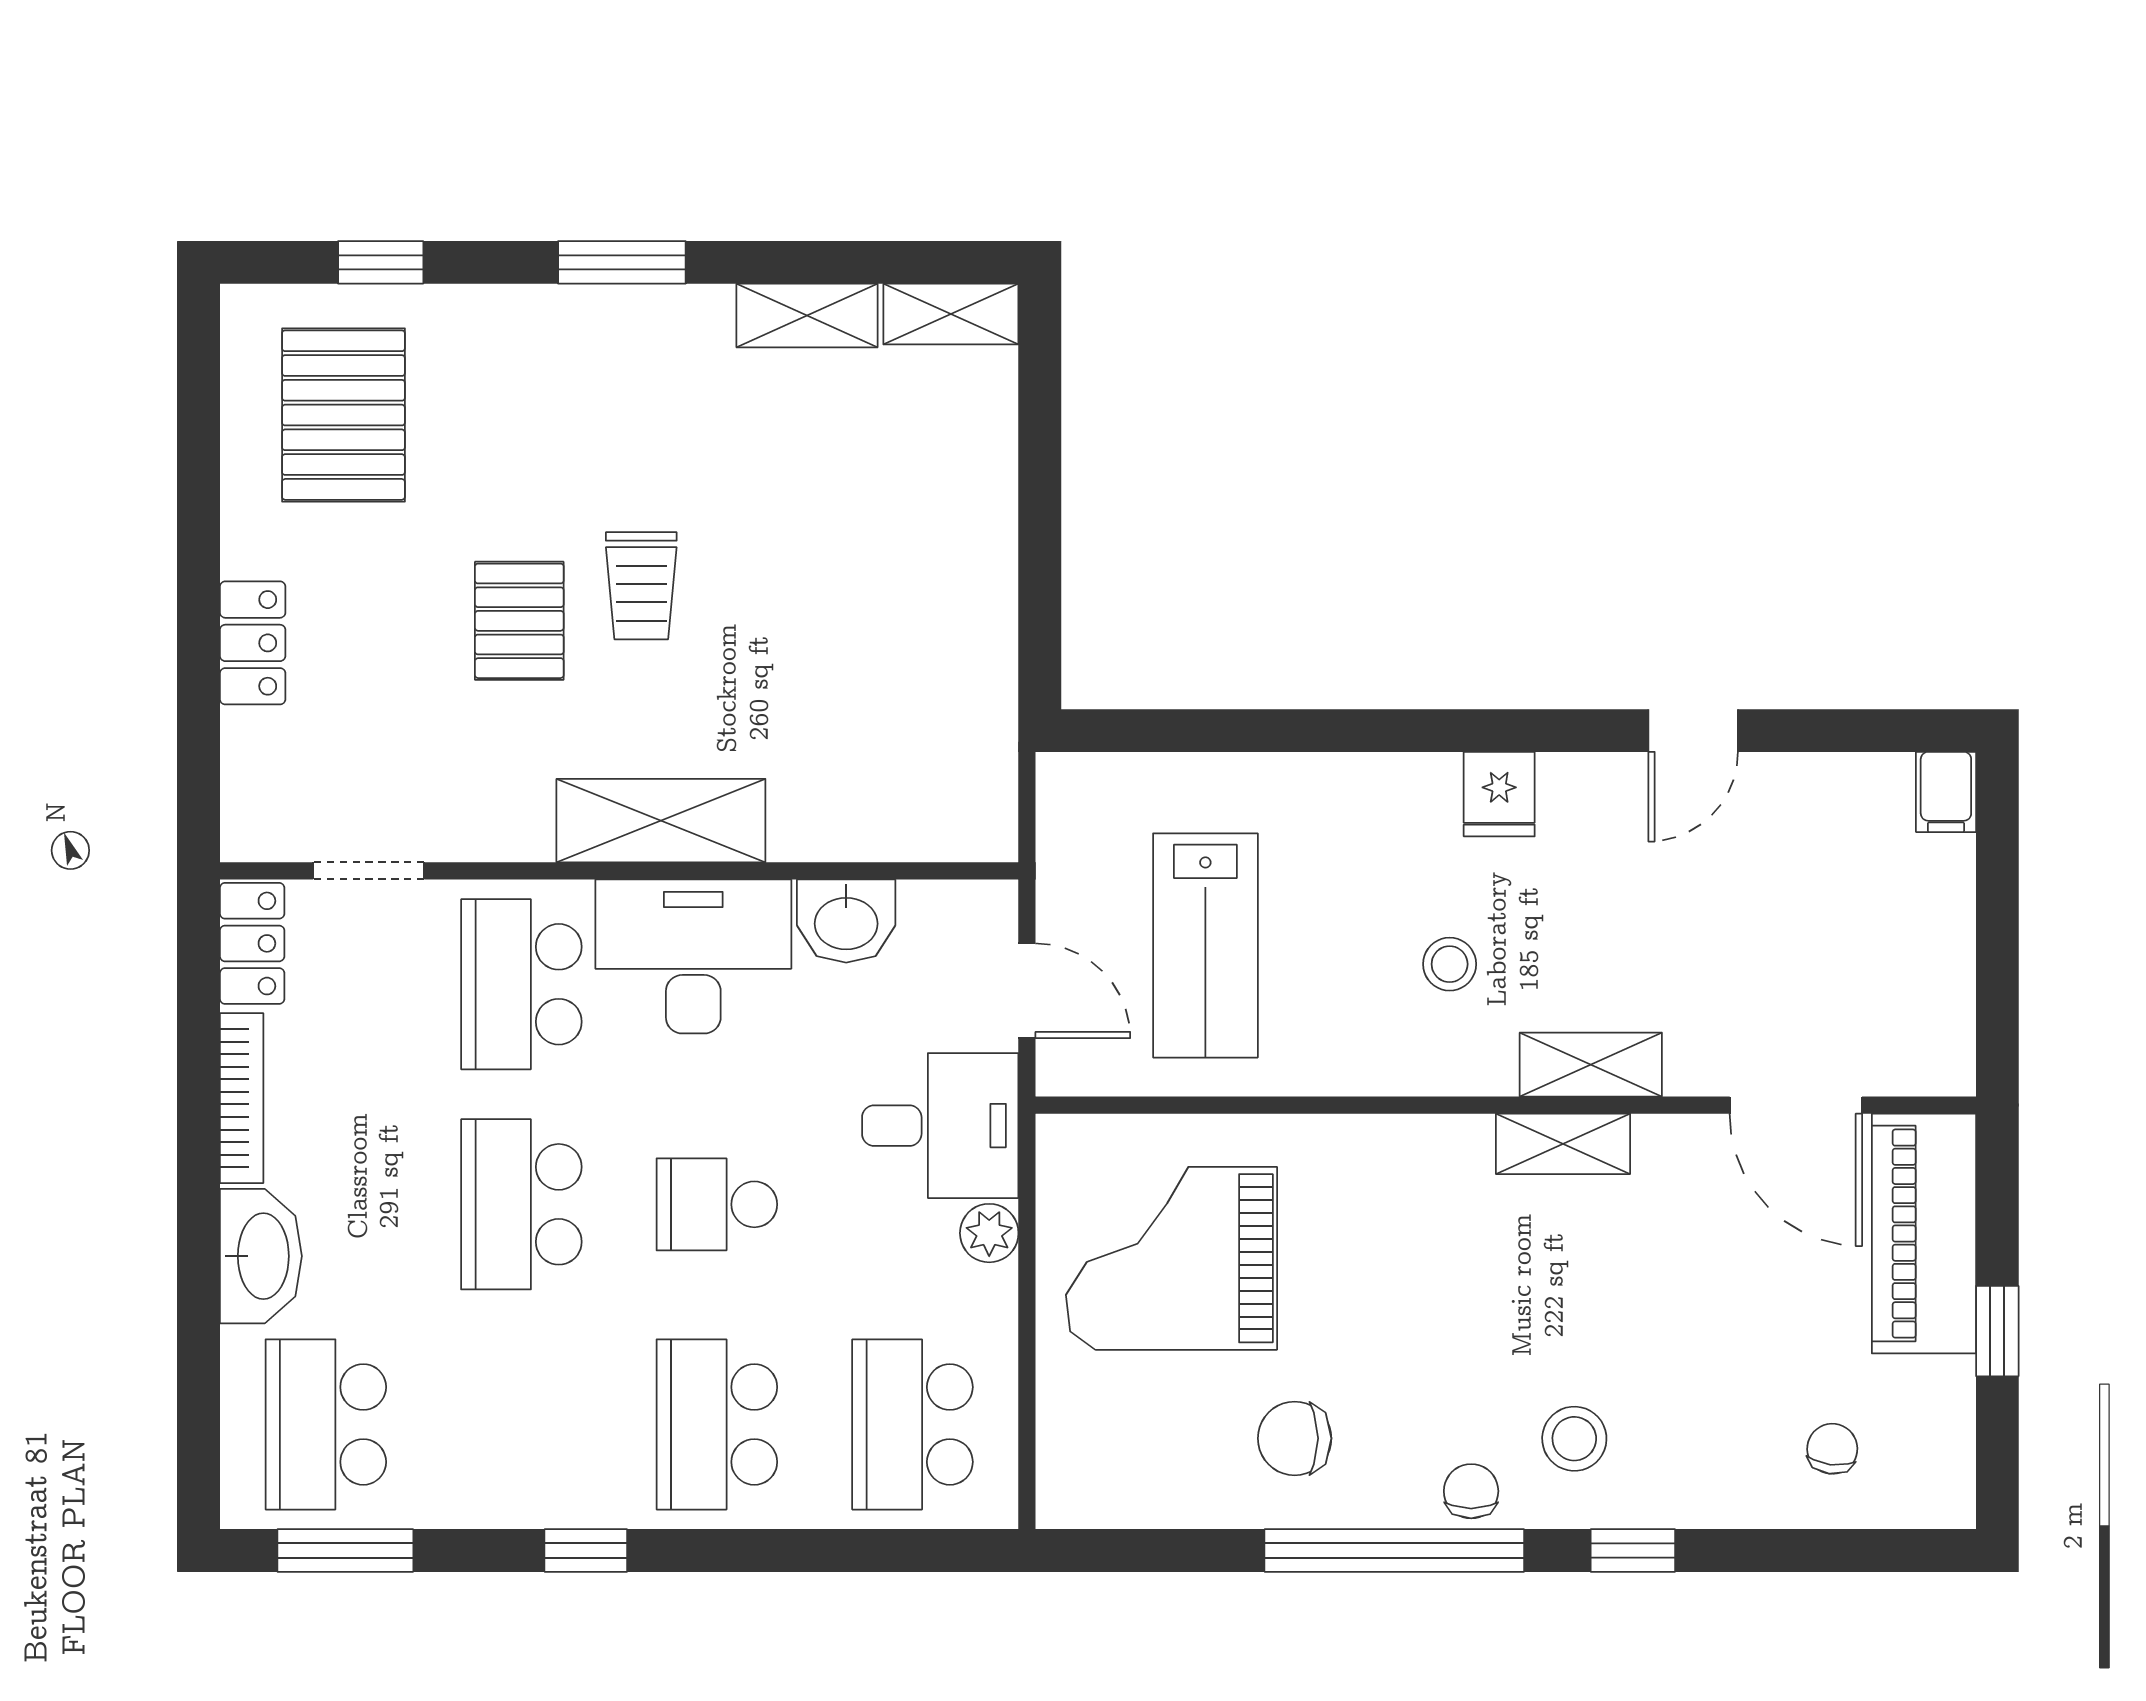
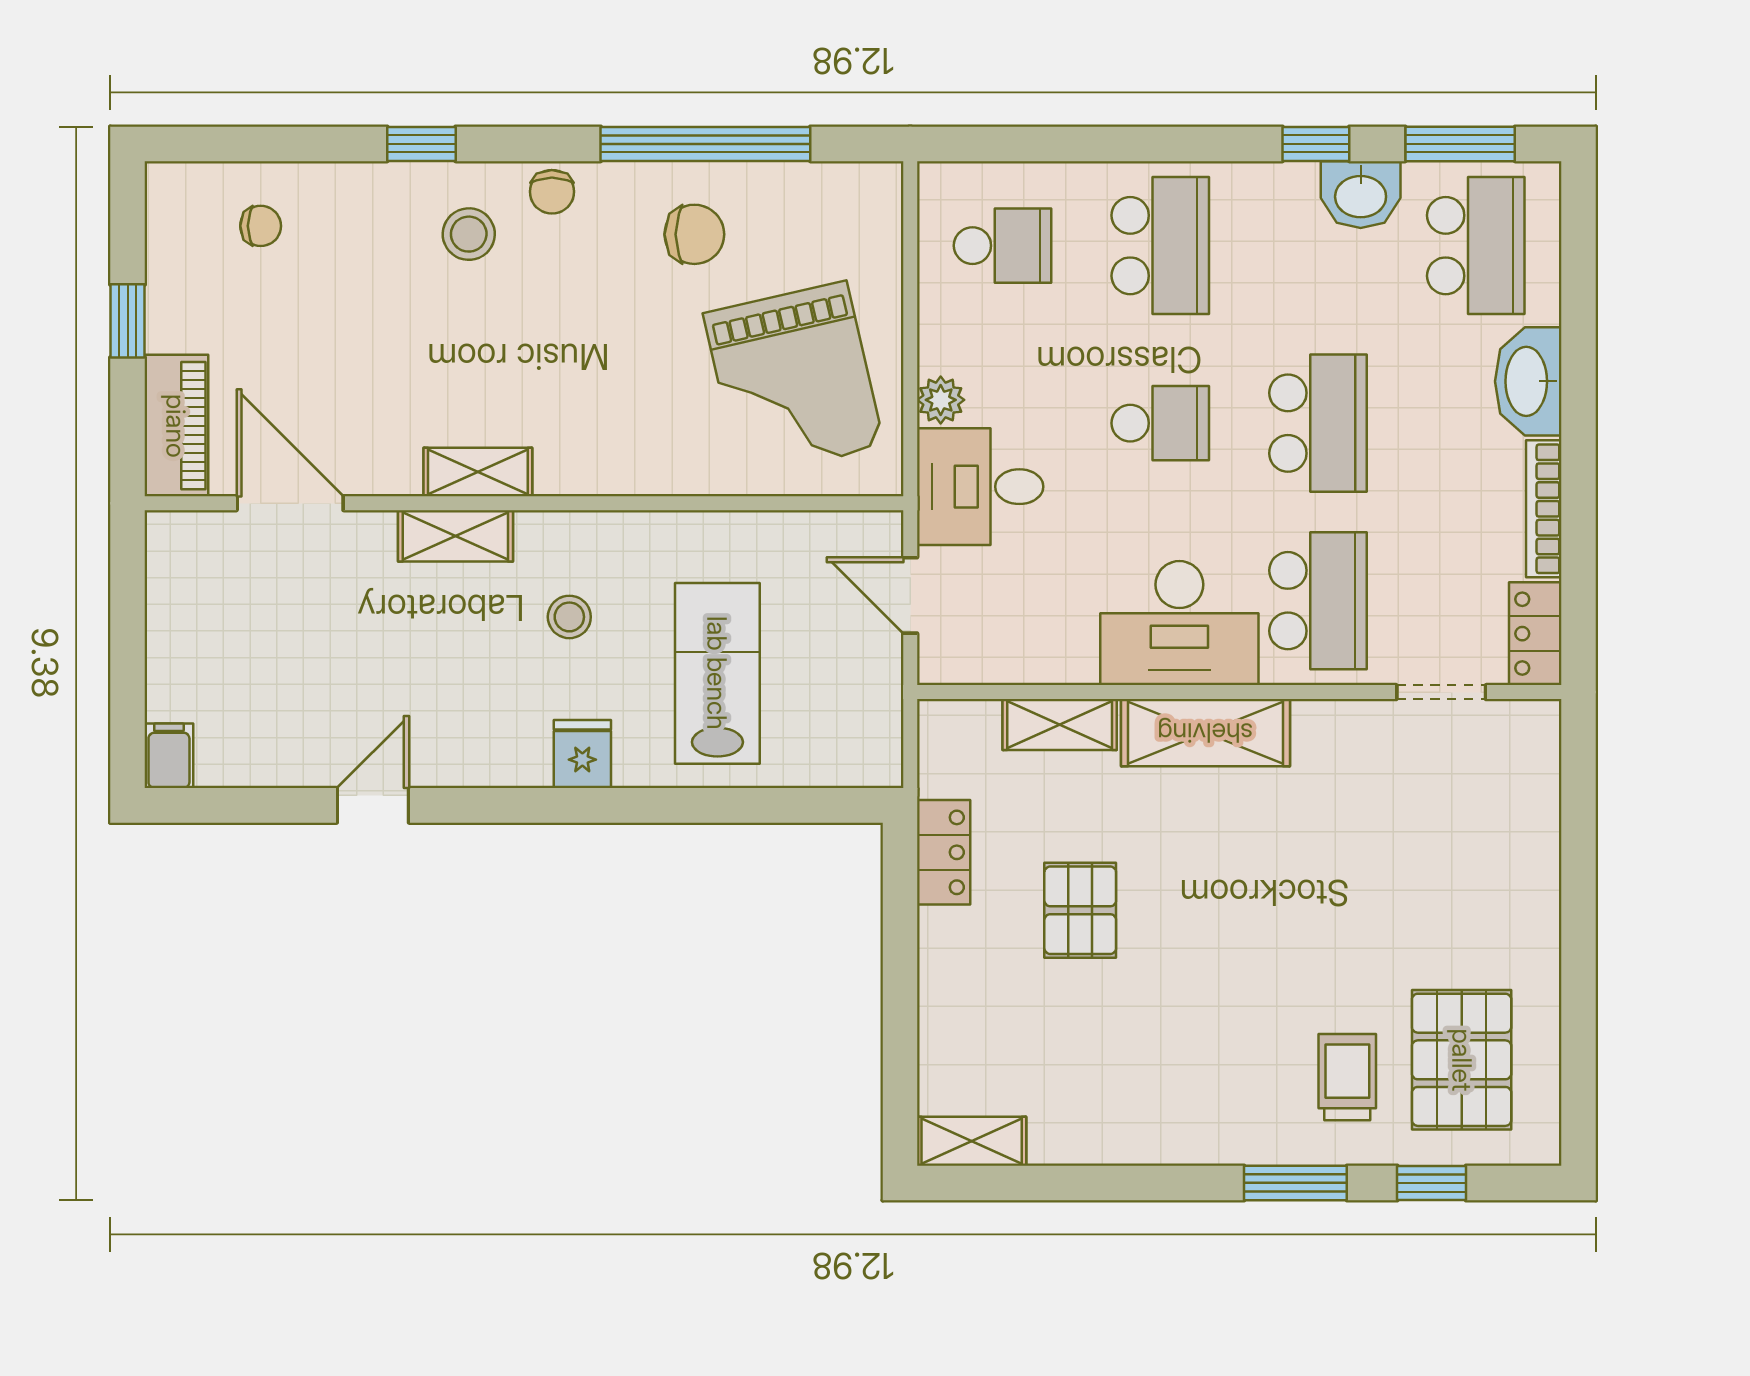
window: (622, 262) -> (1295, 1183), moved
shelving: (807, 315) -> (1060, 725), moved
trolley: (641, 586) -> (1347, 1077), moved
pallet: (519, 621) -> (1080, 910), moved
locker: (253, 643) -> (944, 852), moved, turned 180
fridge: (1499, 794) -> (582, 754), moved
washbasin: (846, 921) -> (1361, 195), moved, turned 180
lab bench: (1205, 945) -> (717, 673), moved
piano: (1924, 1234) -> (176, 426), width x0.73, depth x0.75
grand piano: (1171, 1258) -> (794, 380), turned 77
school desk: (912, 1424) -> (1003, 246), width x0.54
chair: (1832, 1449) -> (261, 226), turned -97
window: (586, 1551) -> (1316, 144), moved
window: (1394, 1551) -> (705, 144), moved

